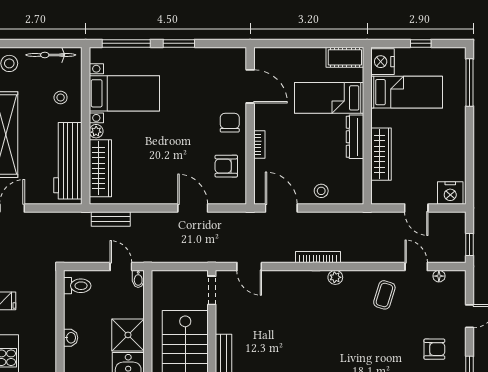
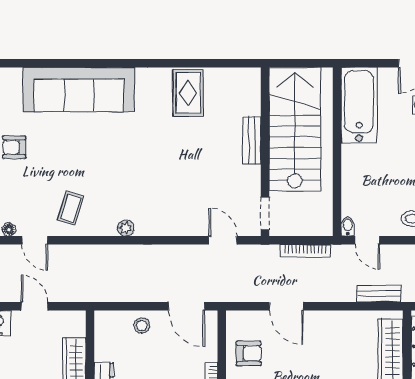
bookcase: (318, 257) -> (305, 251), moved
shower: (128, 335) -> (359, 163), removed

